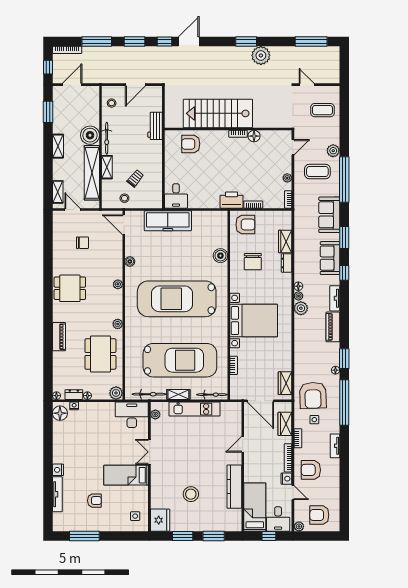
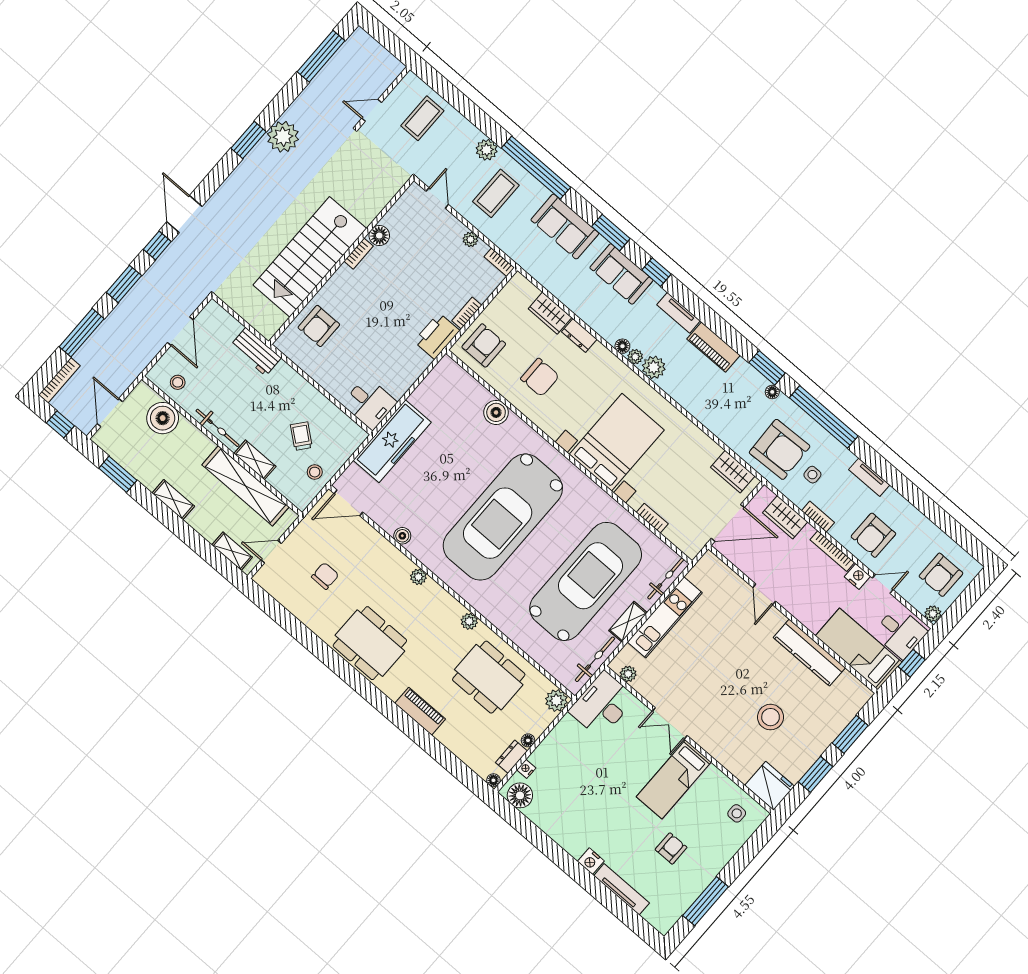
boiler: (90, 135) -> (163, 418), moved
dining table: (70, 288) -> (370, 643), width x1.38

